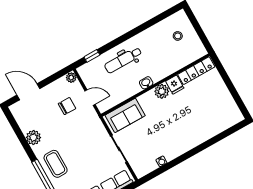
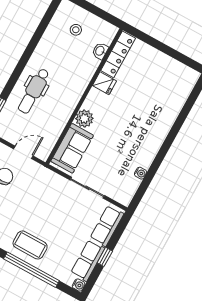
washbasin: (146, 83) -> (100, 51), moved
plant: (162, 91) -> (84, 118), moved

